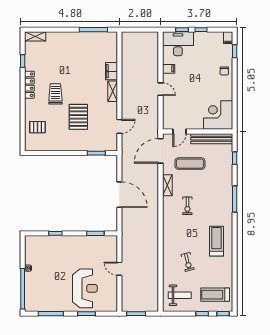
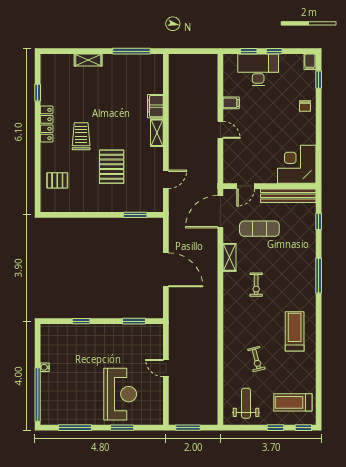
shelving: (35, 36) -> (88, 60), moved
desk: (178, 44) -> (258, 70), moved
weight bench: (180, 295) -> (246, 403), turned -90

